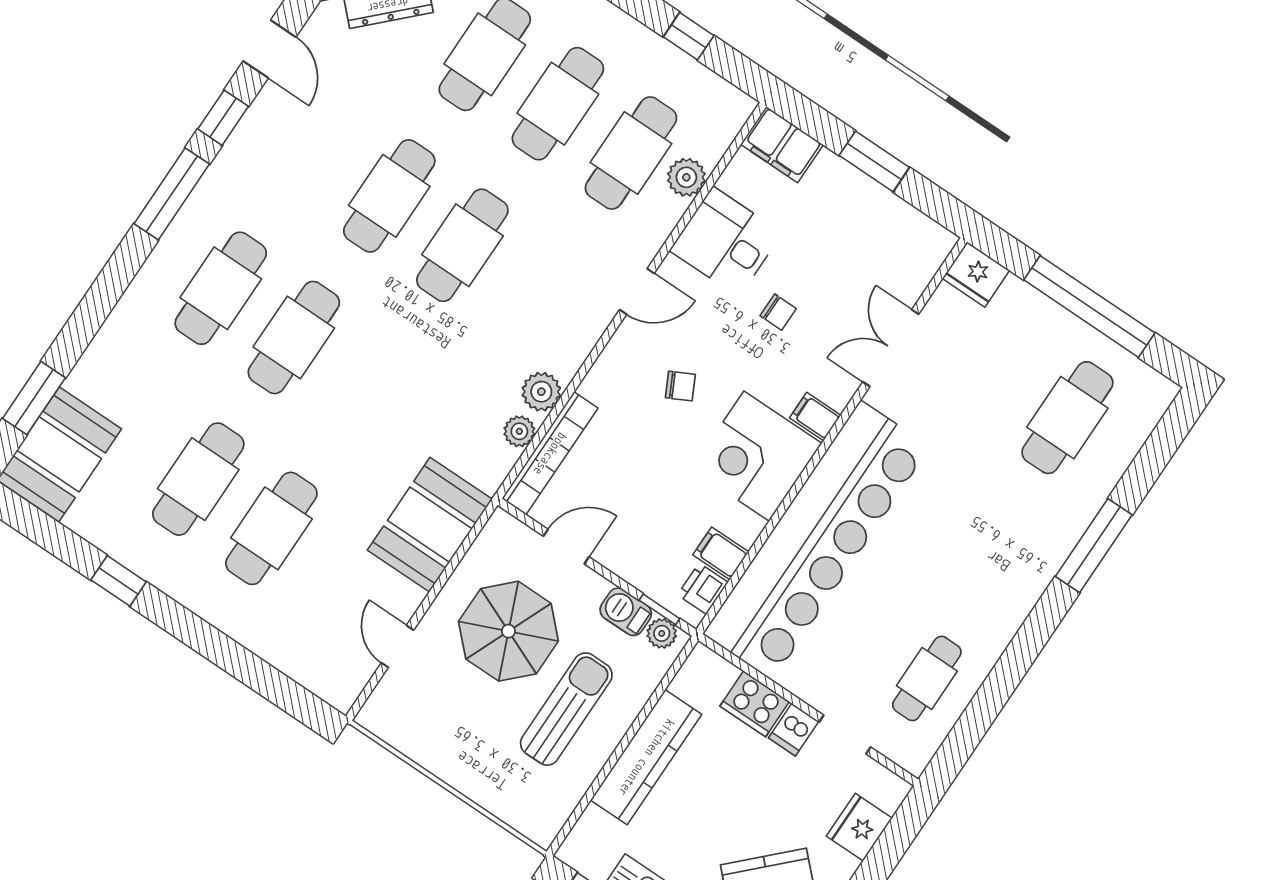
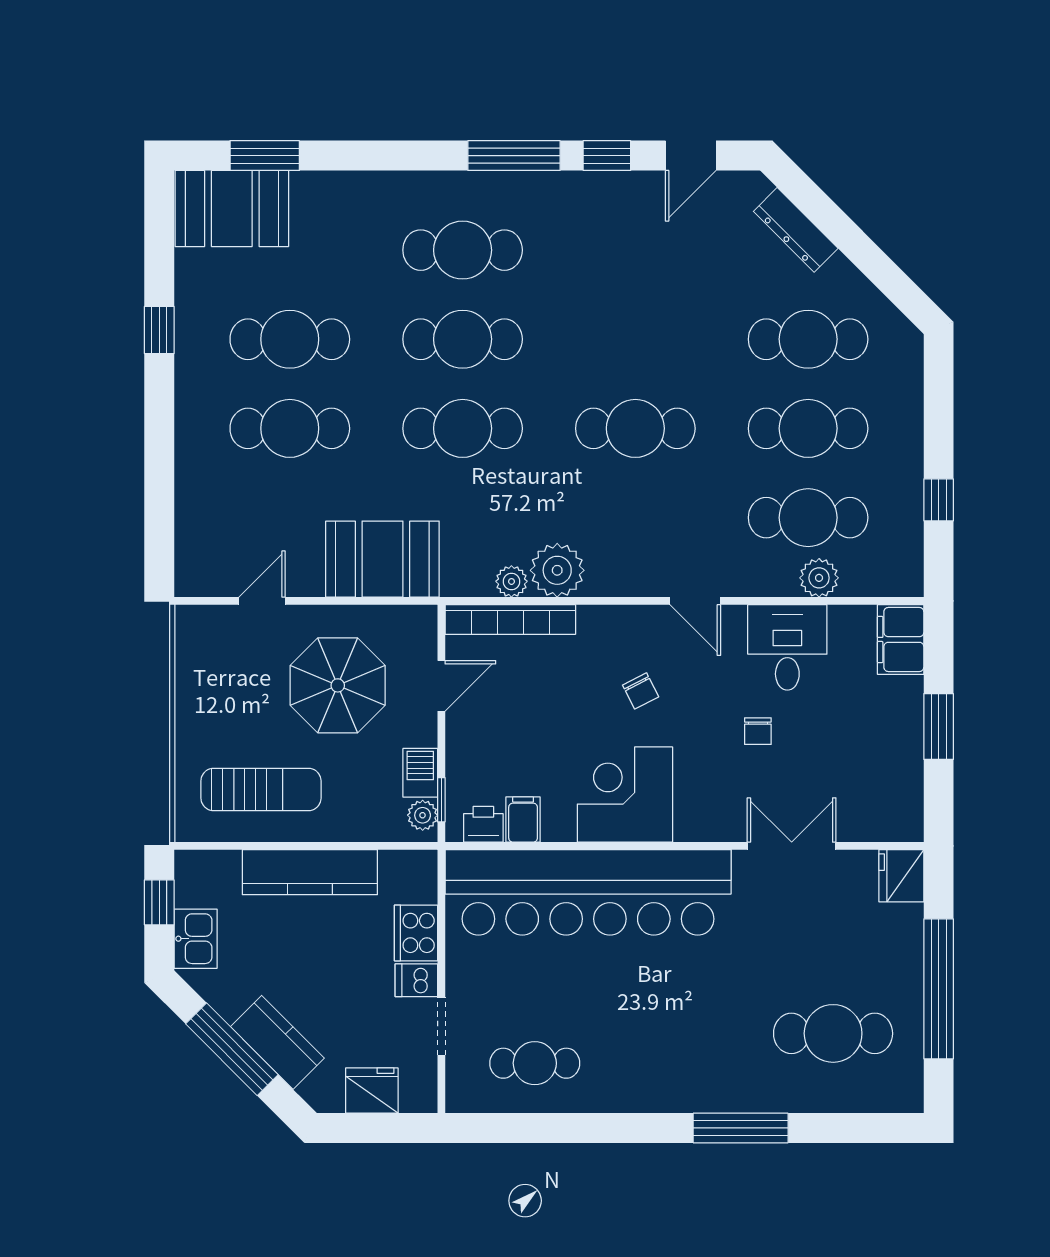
cafe table: (389, 196) -> (463, 428), moved
plant: (541, 392) -> (557, 570), width x1.36, depth x1.36
filing cabinet: (815, 417) -> (691, 821), removed
door: (566, 547) -> (441, 686), hinge flipped
sun lounger: (566, 709) -> (261, 789), moved

